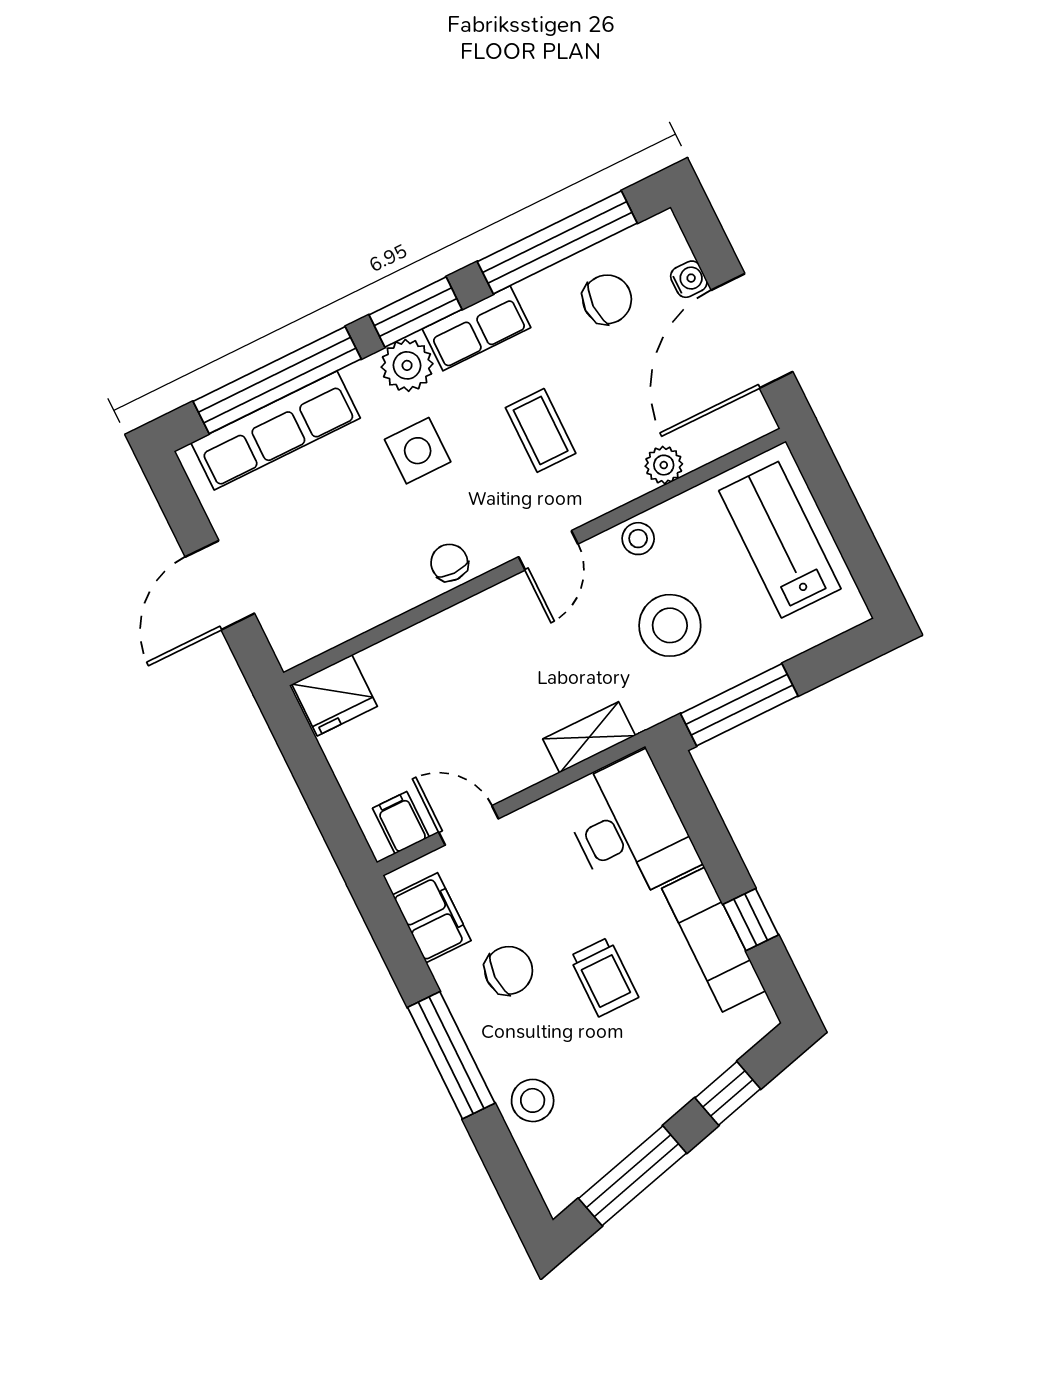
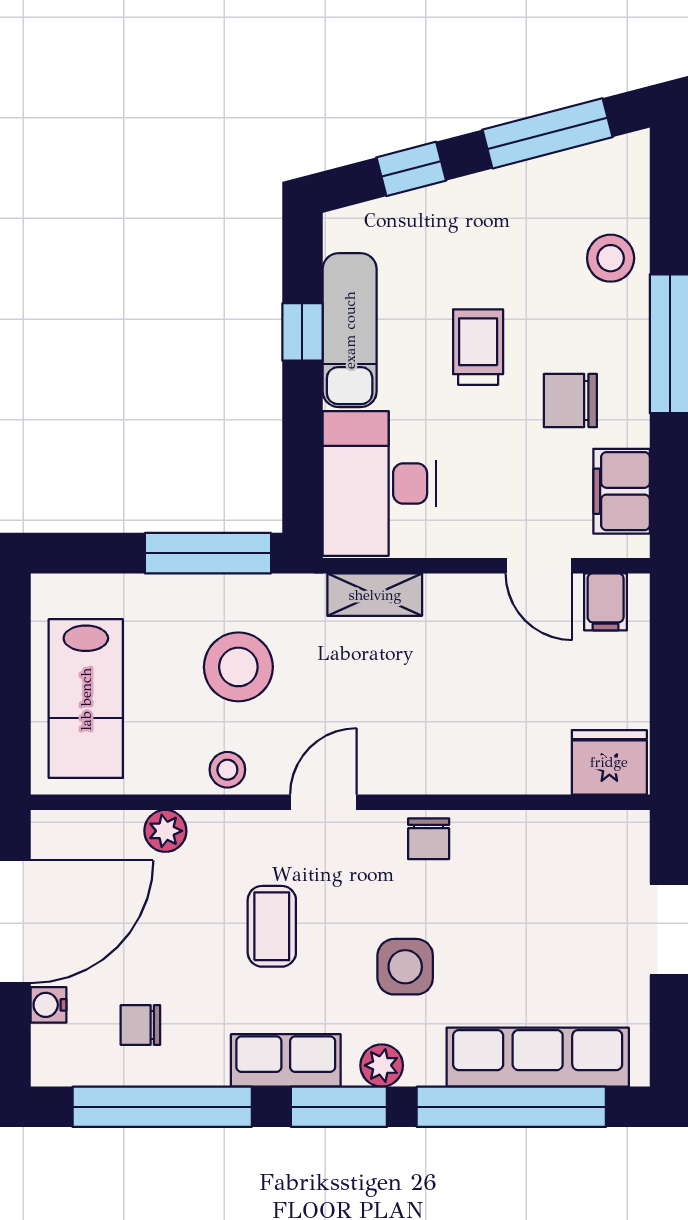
chair: (607, 299) -> (140, 1025), width x0.73, depth x0.73
plant: (407, 365) -> (382, 1065), width x0.73, depth x0.73

